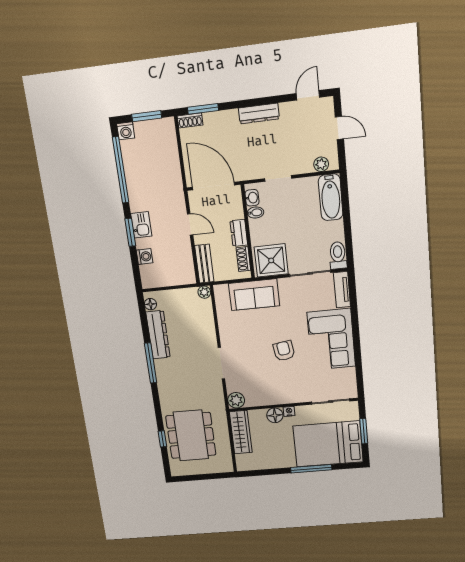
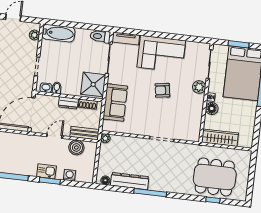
boiler: (183, 257) -> (76, 147), added
plant: (236, 400) -> (199, 87), moved

